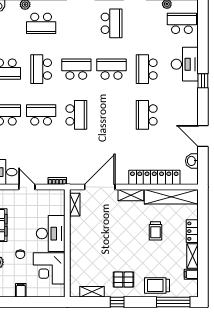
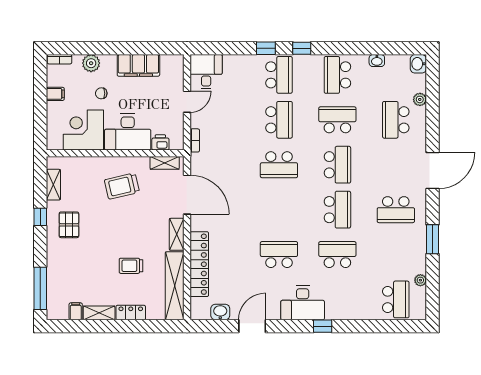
desk: (185, 64) -> (303, 303), moved
printer: (59, 208) -> (160, 142), added
trolley: (157, 285) -> (122, 186), moved, turned -103

